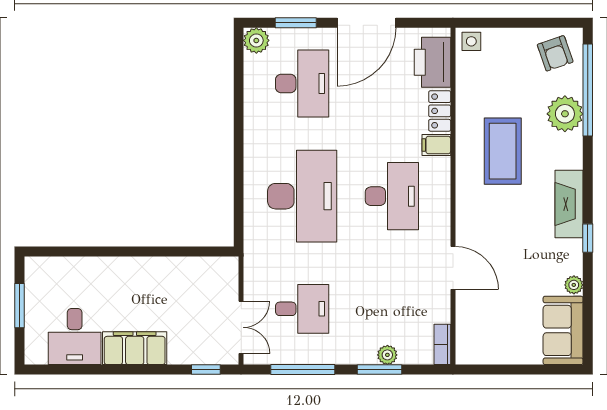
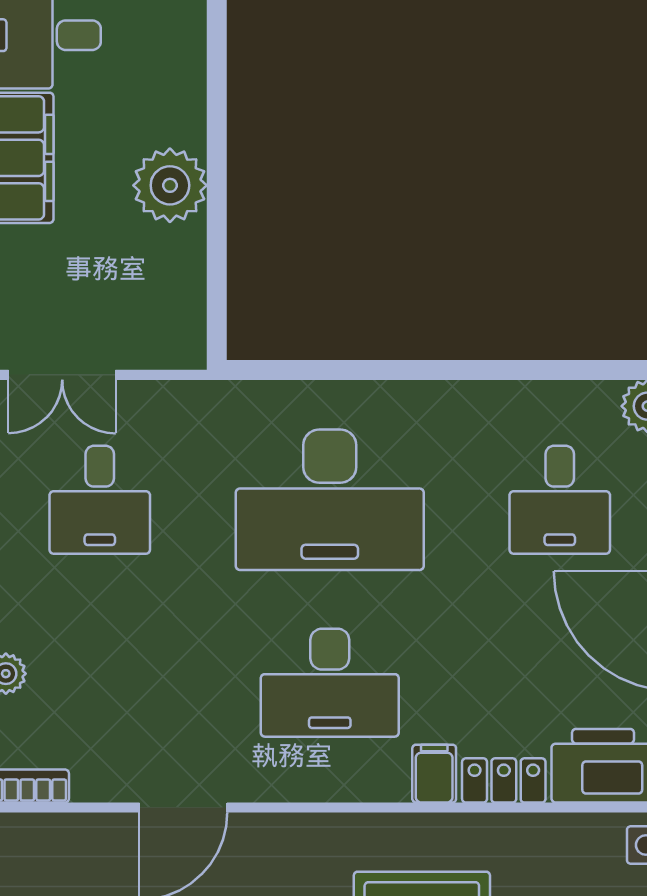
desk: (302, 84) -> (560, 500), width x0.73
plant: (148, 274) -> (170, 185), added

